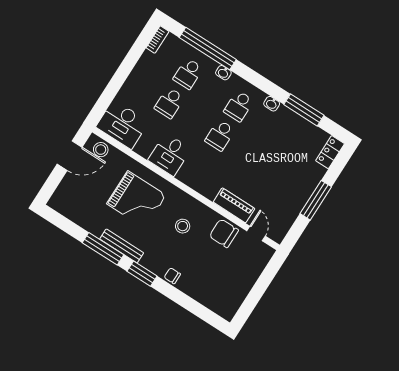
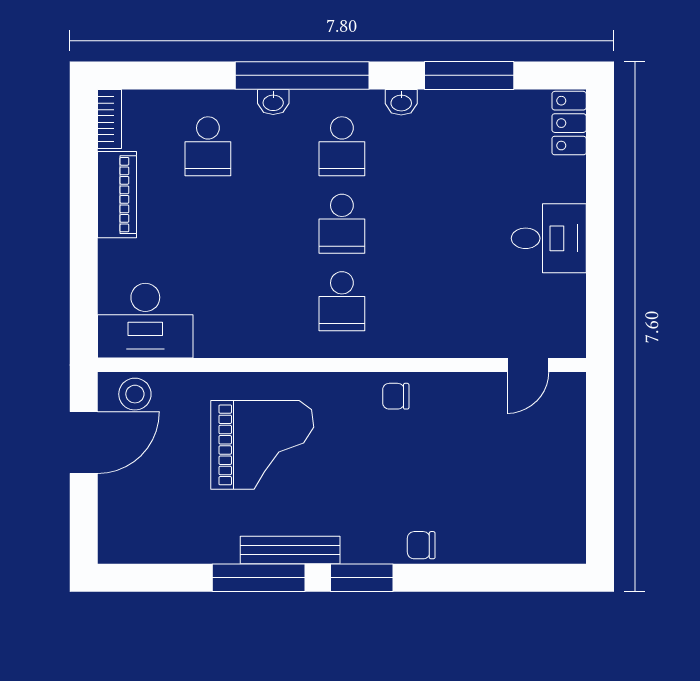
window: (208, 49) -> (302, 75), moved
school desk: (169, 103) -> (342, 301), moved
desk: (170, 155) -> (549, 238), moved, turned -90
window: (316, 200) -> (600, 231), removed
piano: (234, 205) -> (117, 195), moved, turned 90
stool: (183, 226) -> (381, 439), removed
chair: (224, 233) -> (396, 396), moved, width x0.54, depth x0.54
door: (256, 233) -> (528, 365), swing flipped

